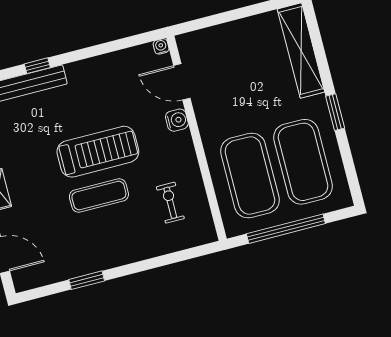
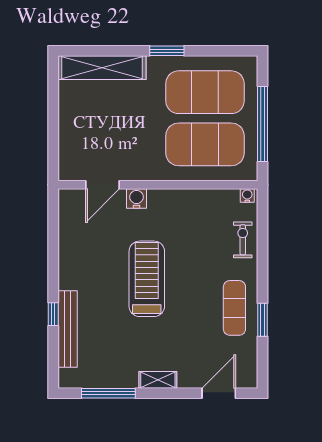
water cooler: (161, 46) -> (247, 196), moved, turned 90
exercise mat: (99, 195) -> (234, 308), moved
exercise bike: (170, 203) -> (243, 240), moved, turned 90

